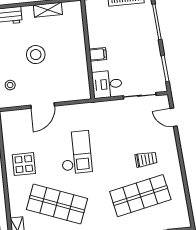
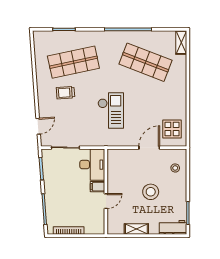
door: (86, 39) -> (106, 201), added
desk: (107, 84) -> (92, 165), width x1.37
door: (174, 117) -> (38, 126), hinge flipped
checkout: (76, 152) -> (111, 110), moved, turned 180
display table: (24, 164) -> (172, 129), moved

